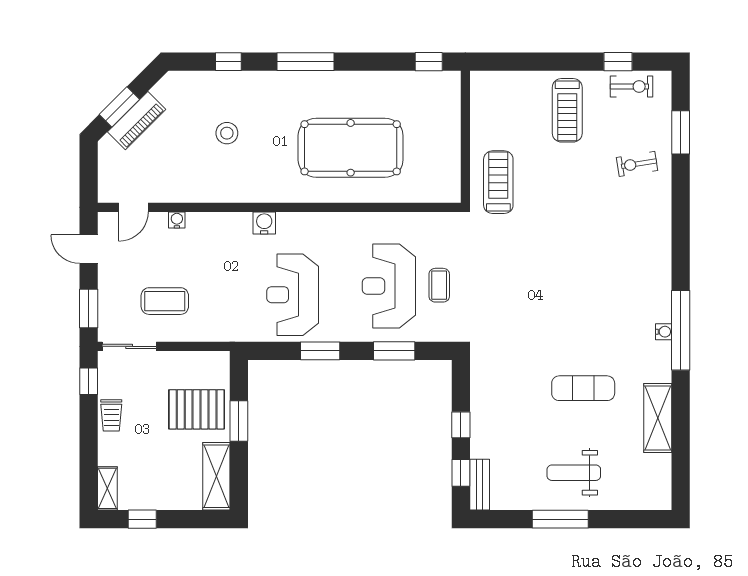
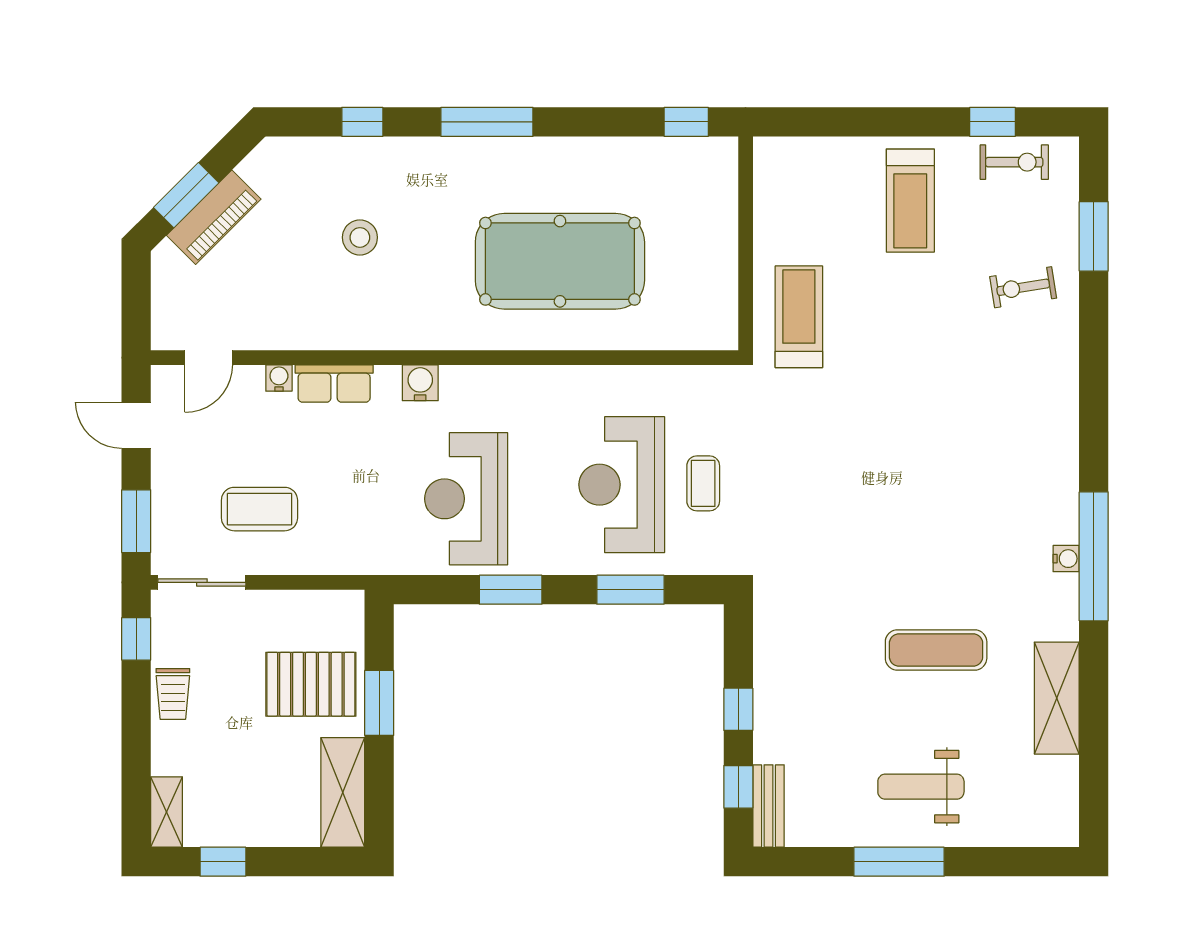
row of seats: (211, 223) -> (334, 384), added

